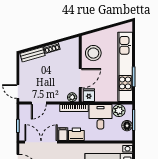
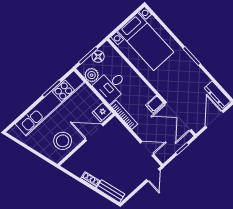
plant: (72, 97) -> (116, 125), removed
printer: (76, 134) -> (144, 93), removed

